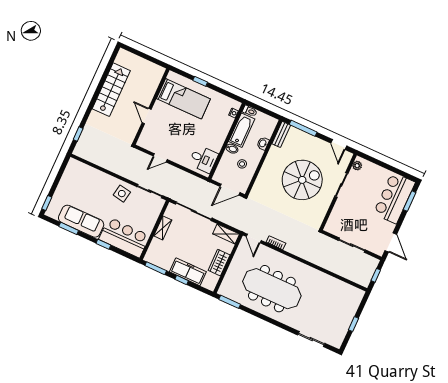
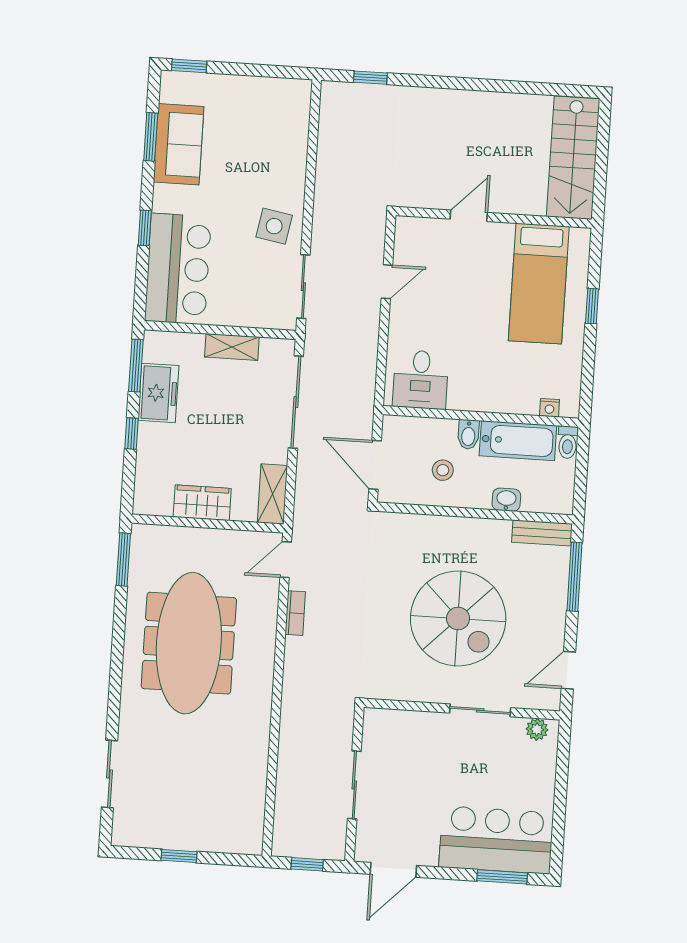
stairs: (111, 90) -> (573, 158), moved, turned 90
door: (160, 158) -> (387, 282), swing flipped
sofa: (81, 221) -> (179, 144), width x0.73
freezer: (188, 272) -> (158, 393), moved, width x0.71

